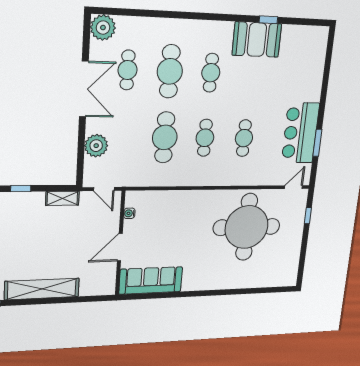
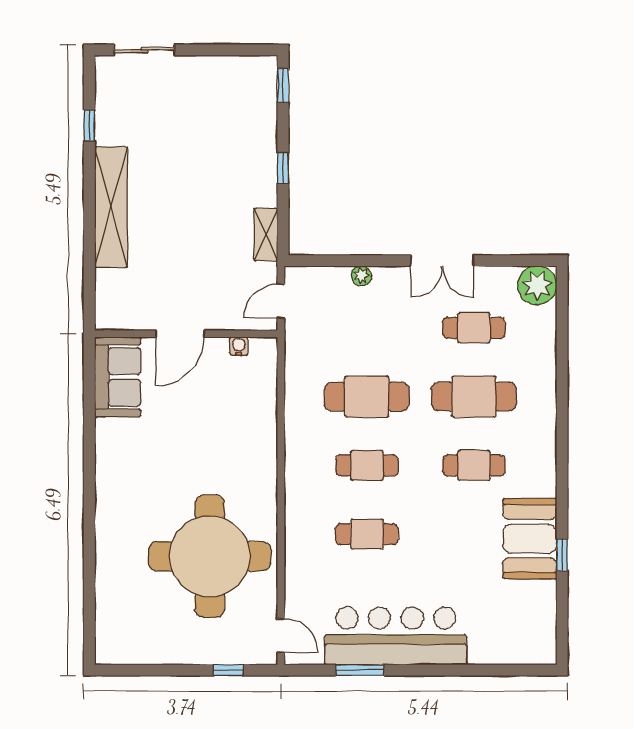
double door: (84, 89) -> (442, 261), width x0.73
bar counter: (300, 133) -> (396, 636), width x1.36
plant: (96, 146) -> (361, 276), width x0.53, depth x0.53
door: (120, 247) -> (180, 334), swing flipped
sofa: (151, 281) -> (118, 377), width x0.73

